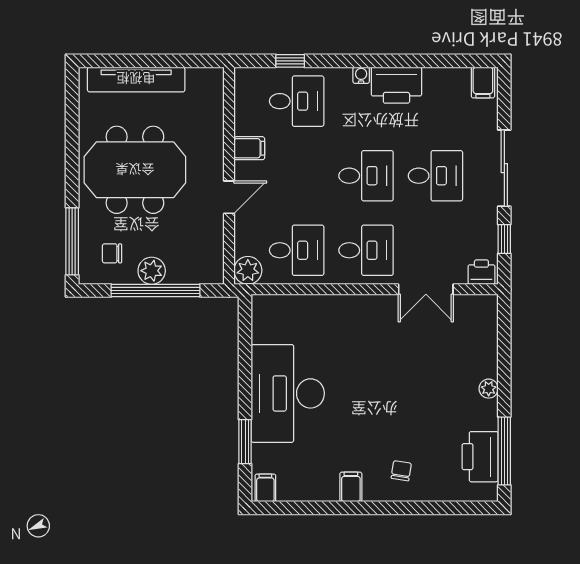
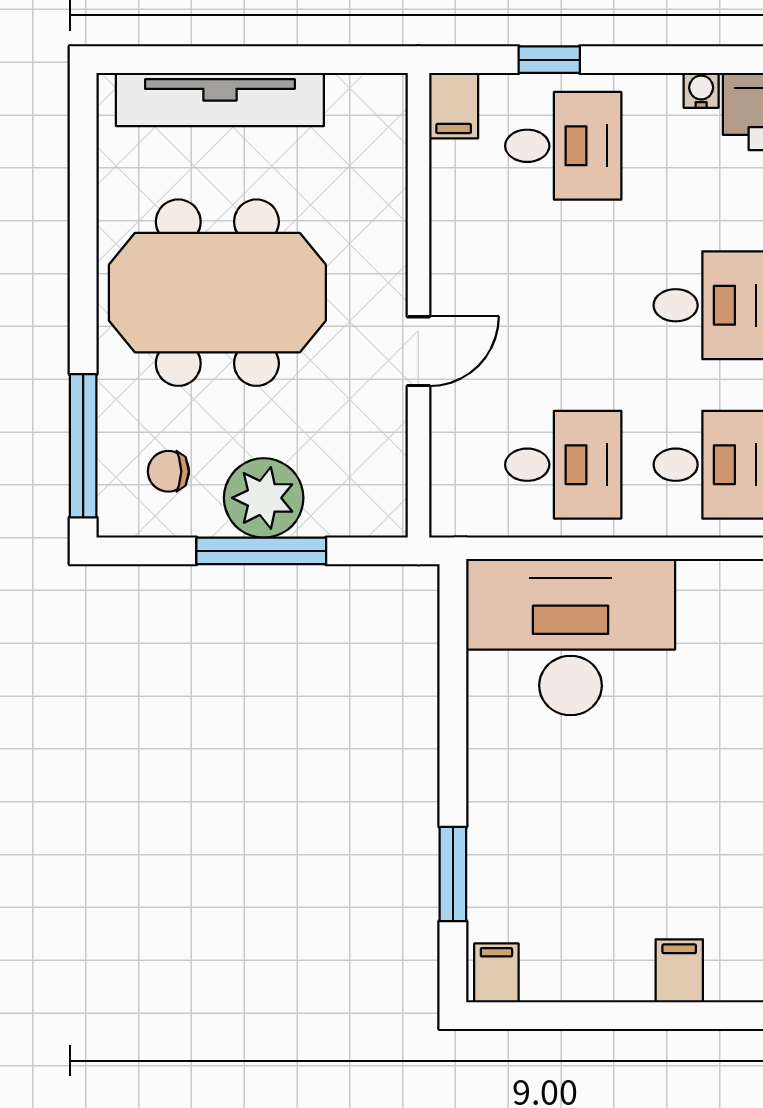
filing cabinet: (249, 148) -> (454, 106), moved, turned 90
plant: (248, 270) -> (459, 508), removed
plant: (152, 271) -> (264, 498), width x1.36, depth x1.36
window: (155, 291) -> (261, 551), width x0.68
desk: (288, 393) -> (571, 637), moved, turned 90

